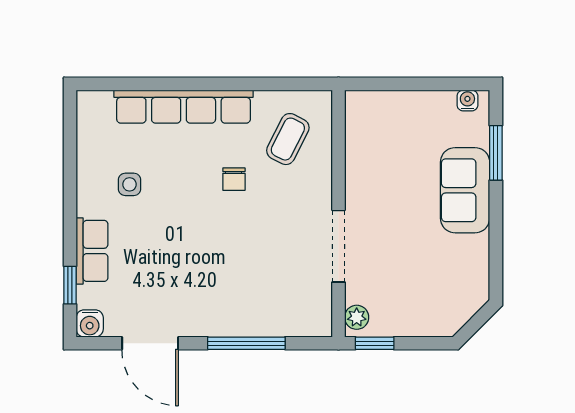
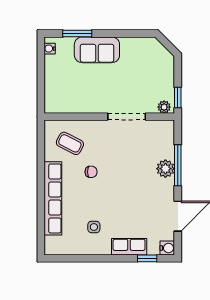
plant: (240, 320) -> (165, 169), added

